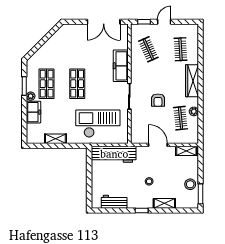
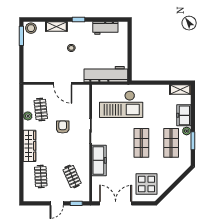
display table: (72, 42) -> (147, 184), added
shelving: (55, 139) -> (180, 89), moved
shelving: (186, 151) -> (35, 78), removed
stool: (190, 184) -> (31, 28), moved

